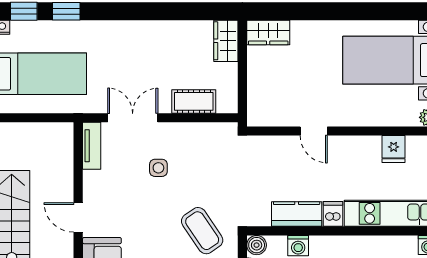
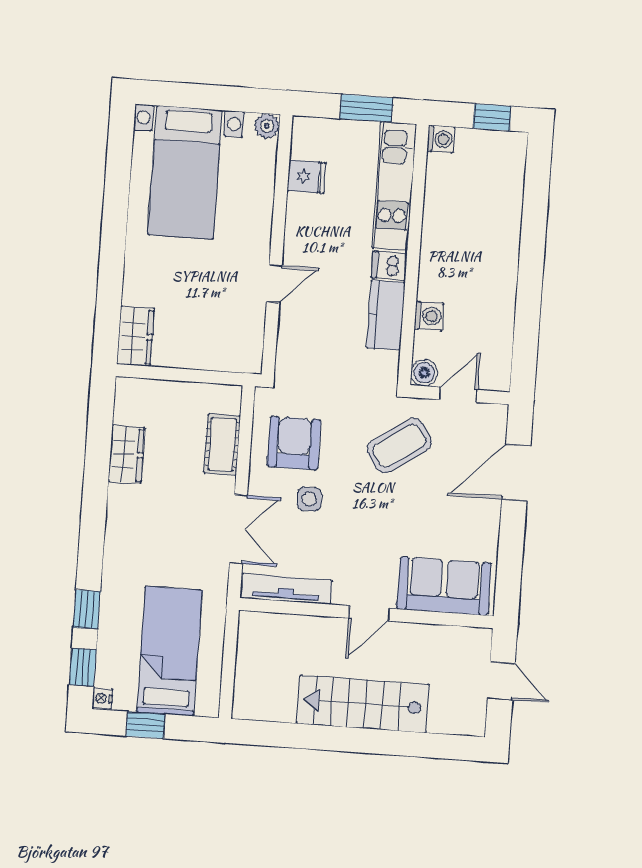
wardrobe: (226, 41) -> (126, 454), moved, turned -90
double door: (133, 118) -> (238, 529), swing flipped
tv unit: (92, 146) -> (286, 589), width x1.41
armchair: (198, 154) -> (294, 443), added

